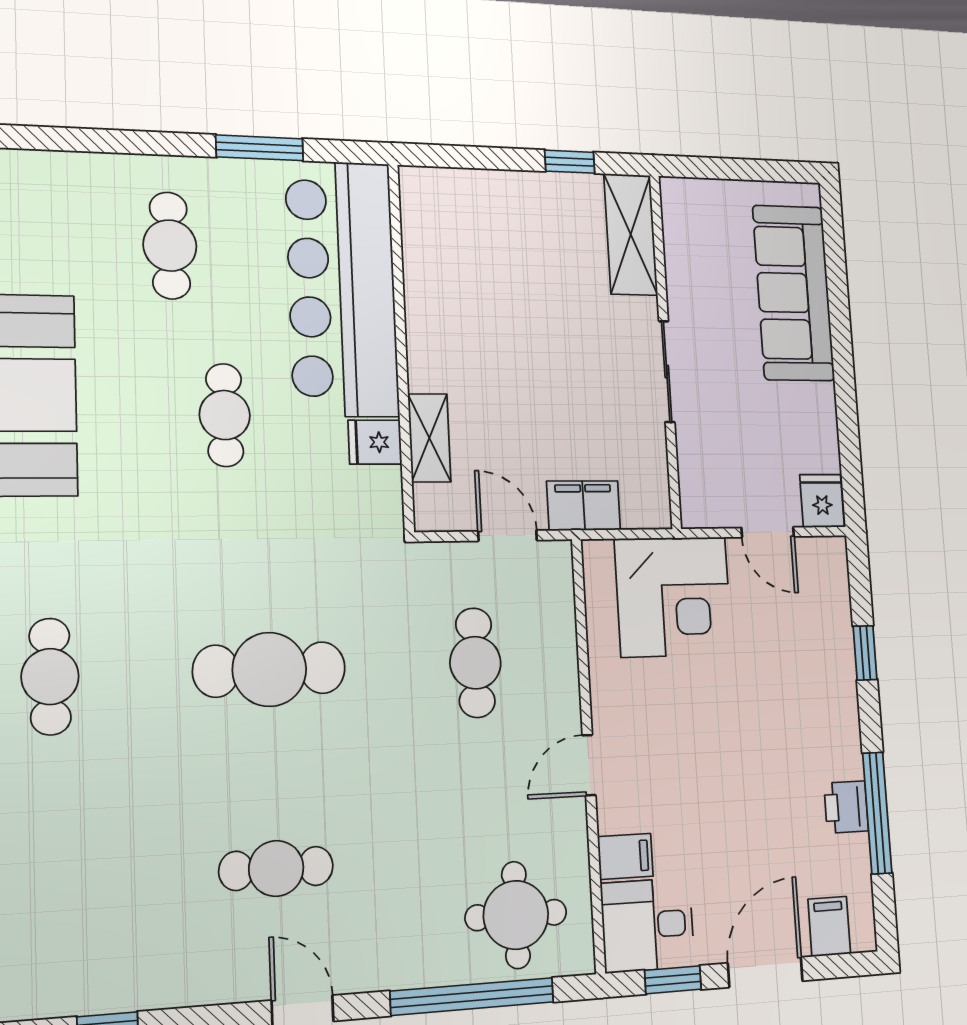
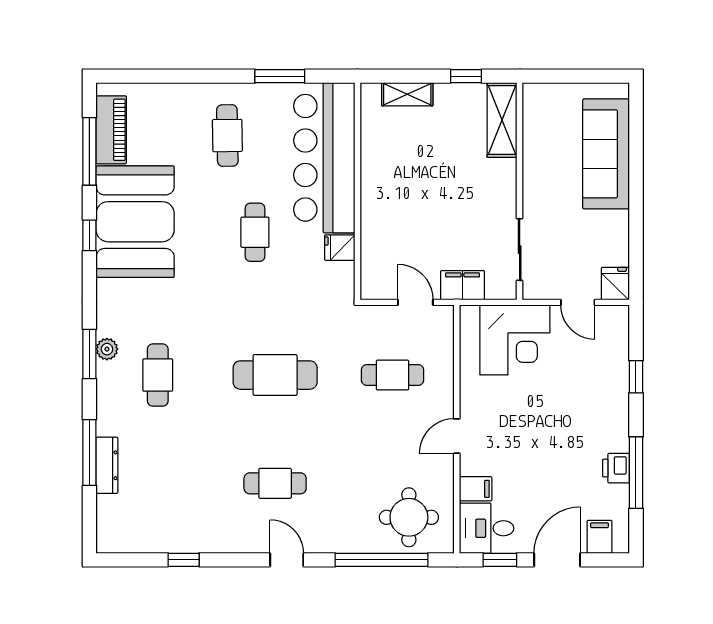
sliding door: (667, 372) -> (520, 250), moved
shelving: (429, 438) -> (407, 94), moved, turned 90
cafe table: (475, 663) -> (393, 375), turned 90

